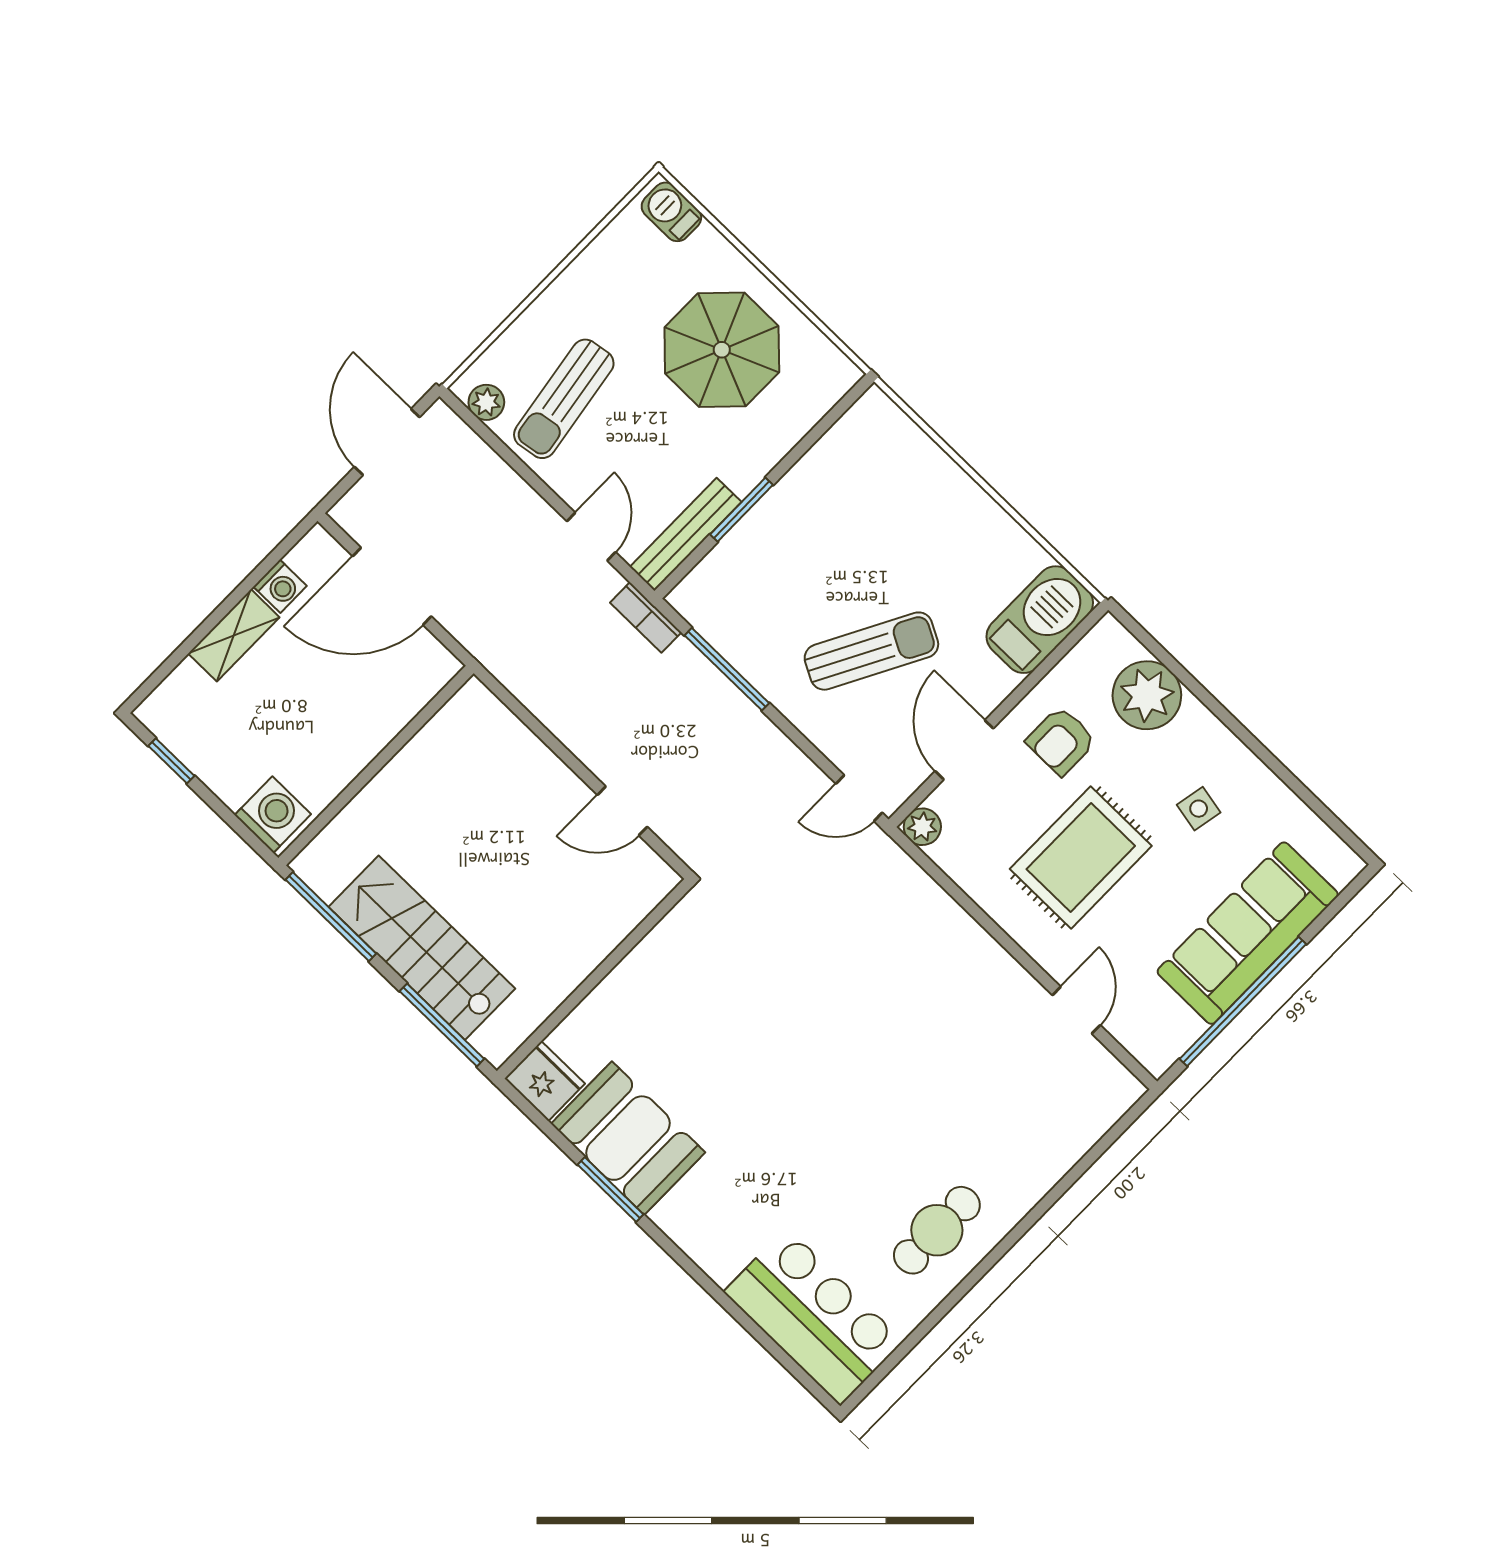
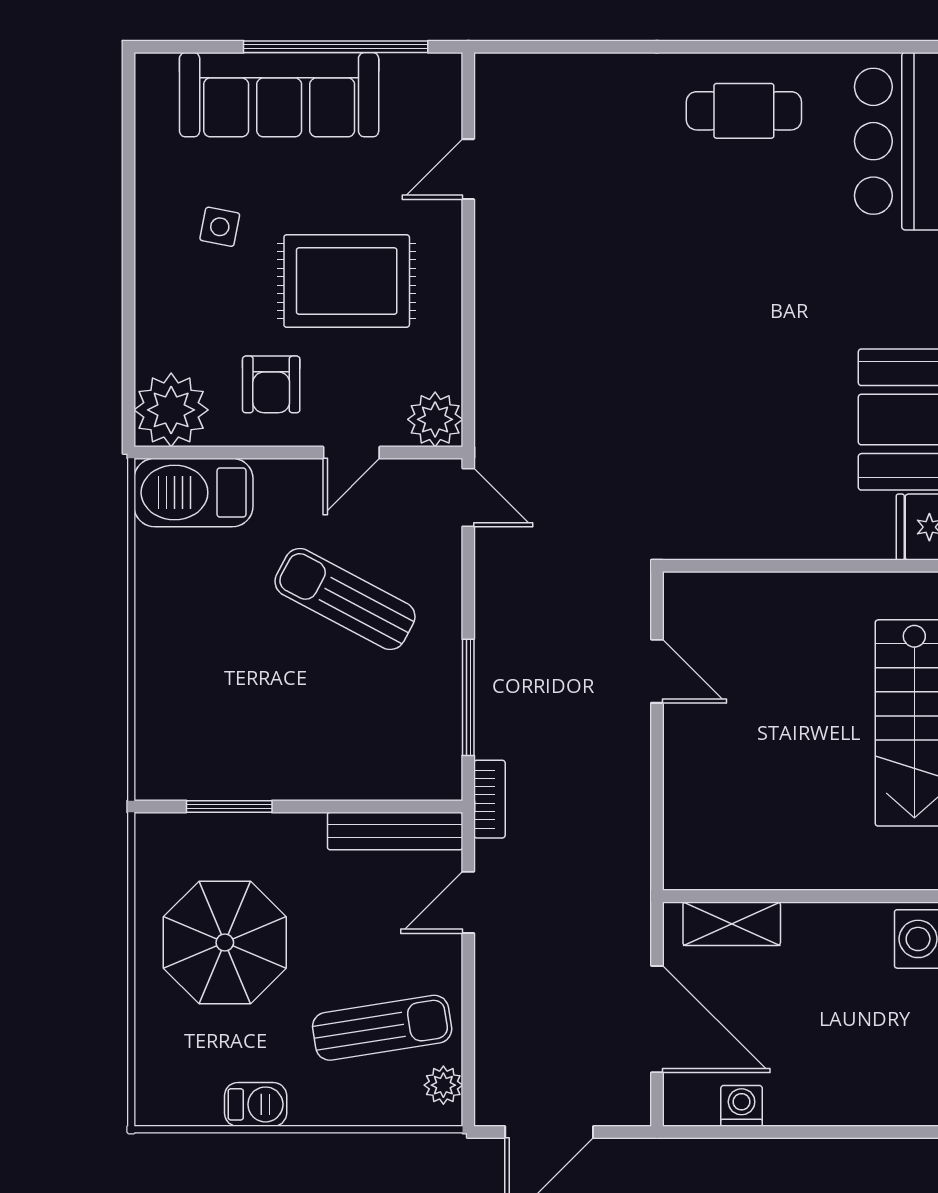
barbecue: (671, 212) -> (256, 1104), moved, turned -90
window: (741, 510) -> (229, 806), moved
shelving: (234, 635) -> (732, 924), moved
plant: (1147, 695) -> (171, 410), moved
armchair: (1061, 741) -> (271, 384), turned 90
door: (964, 750) -> (351, 453), width x0.73
plant: (922, 827) -> (435, 419), width x1.38, depth x1.38

